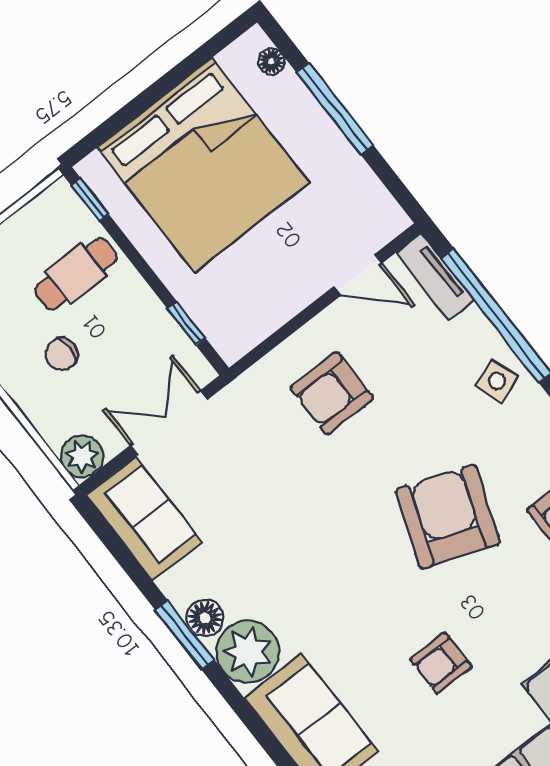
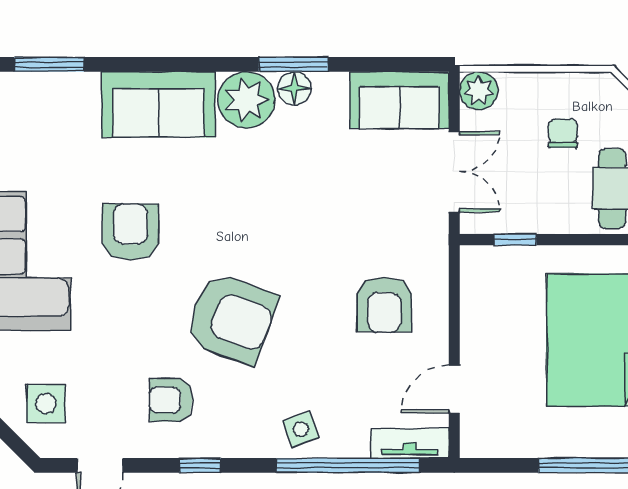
armchair: (332, 393) -> (384, 305), turned 180
armchair: (441, 663) -> (130, 232), width x1.38, depth x1.38

